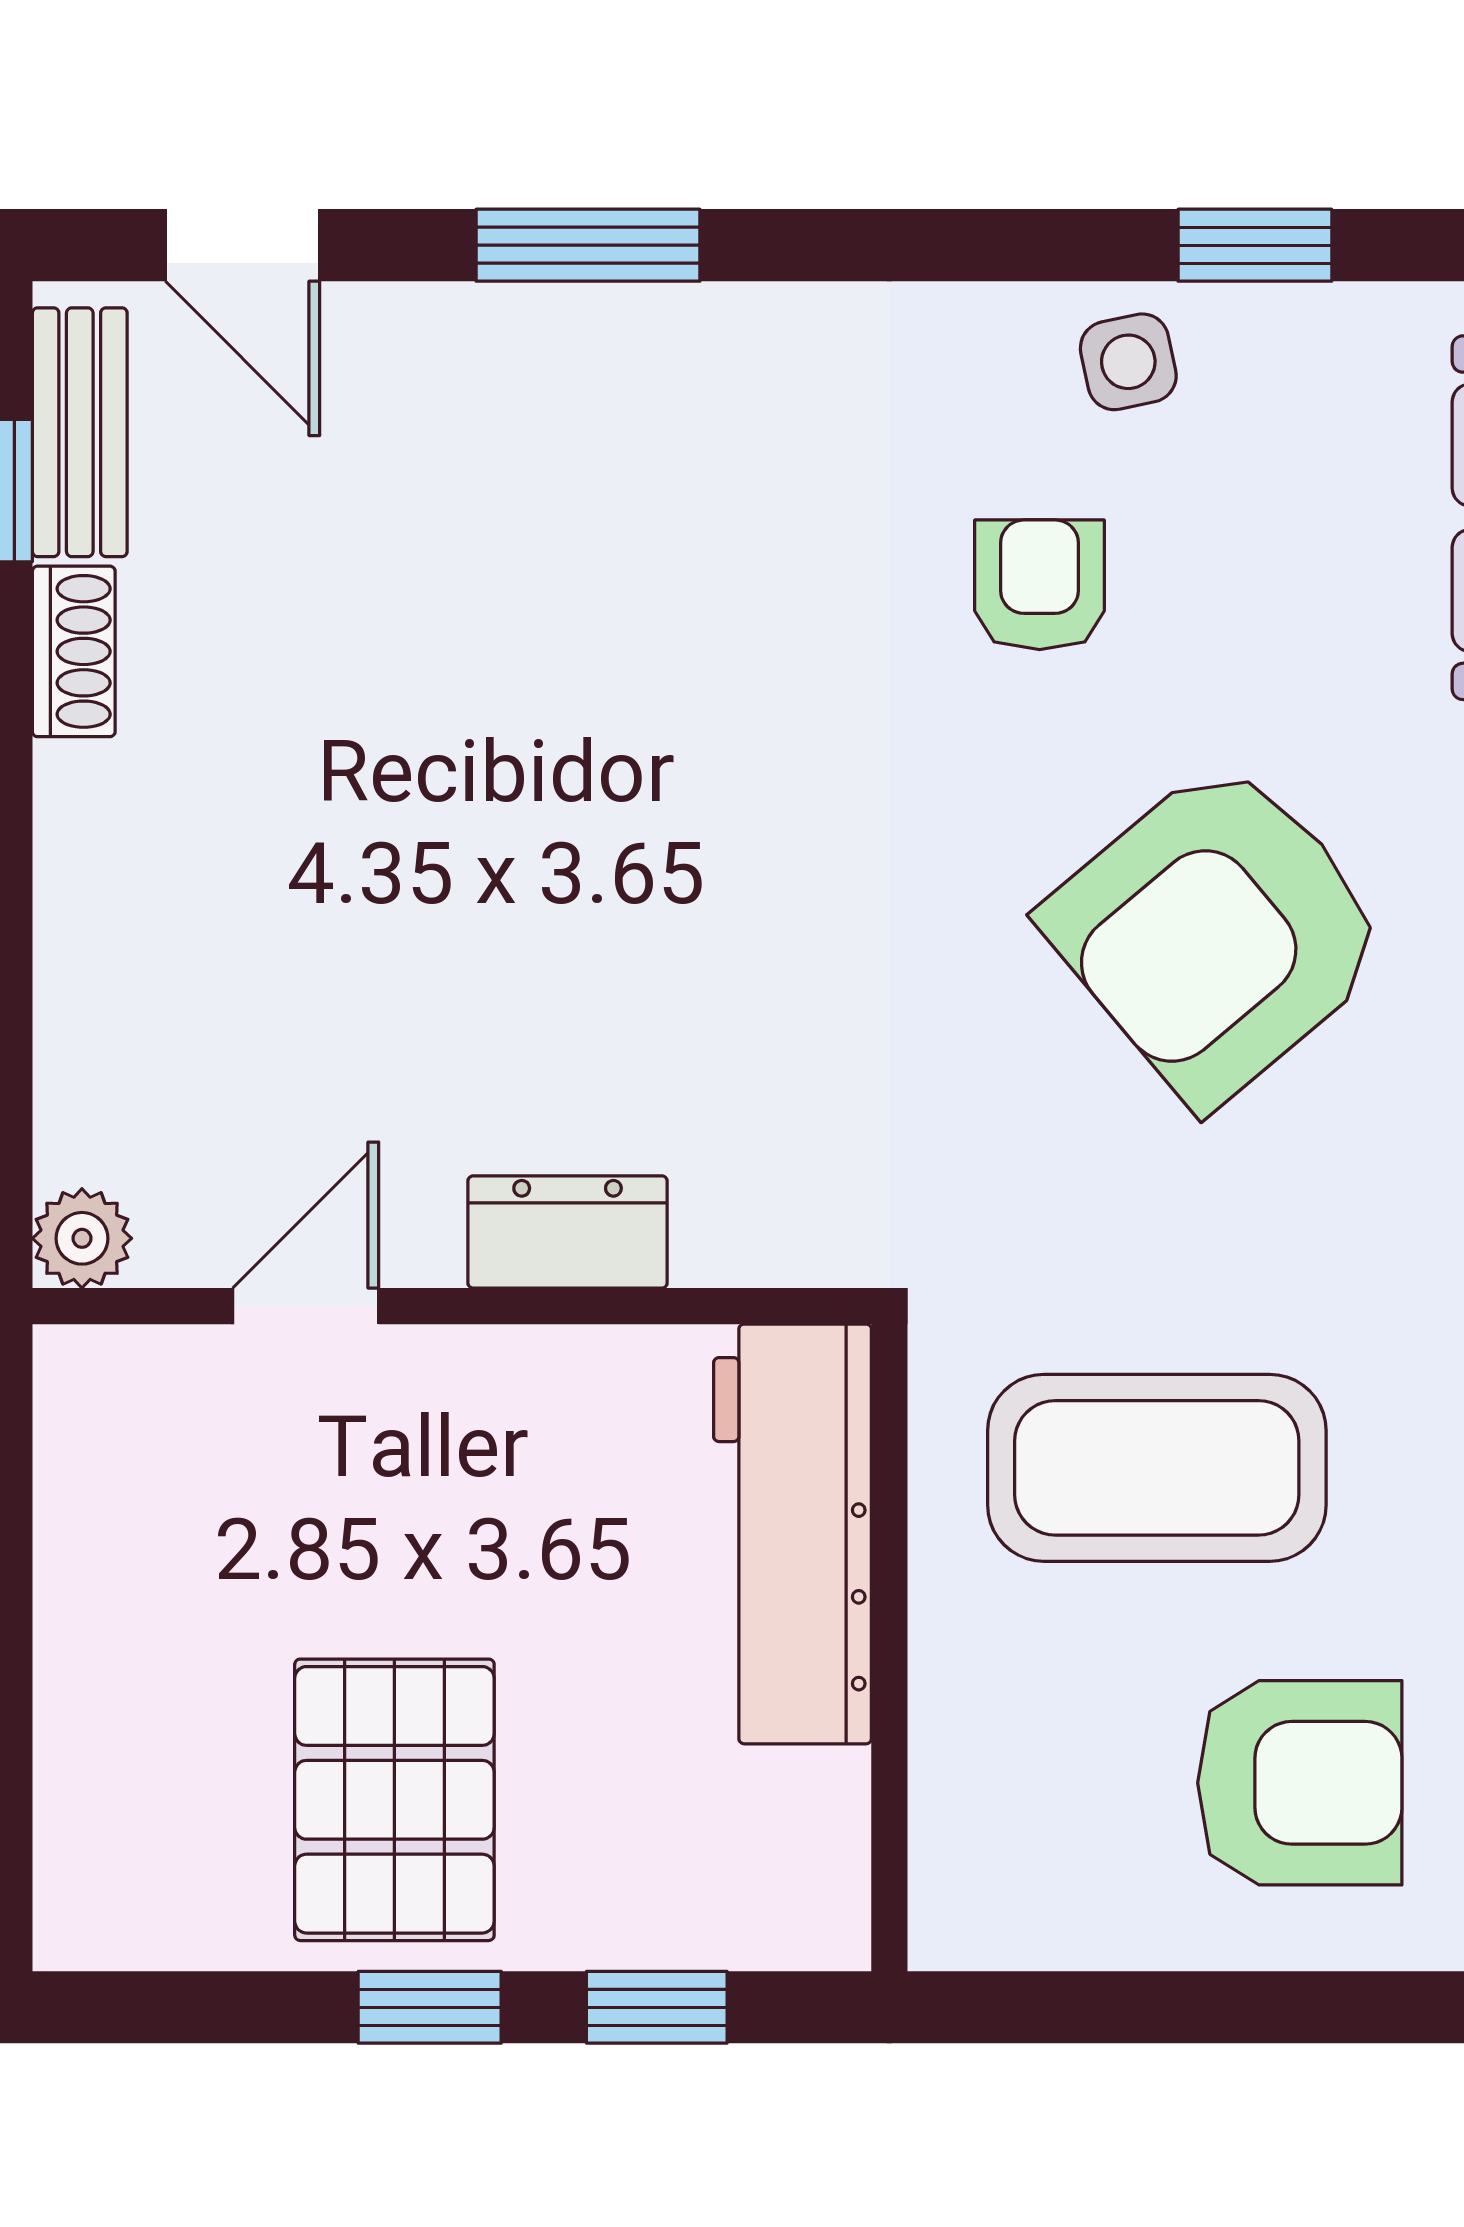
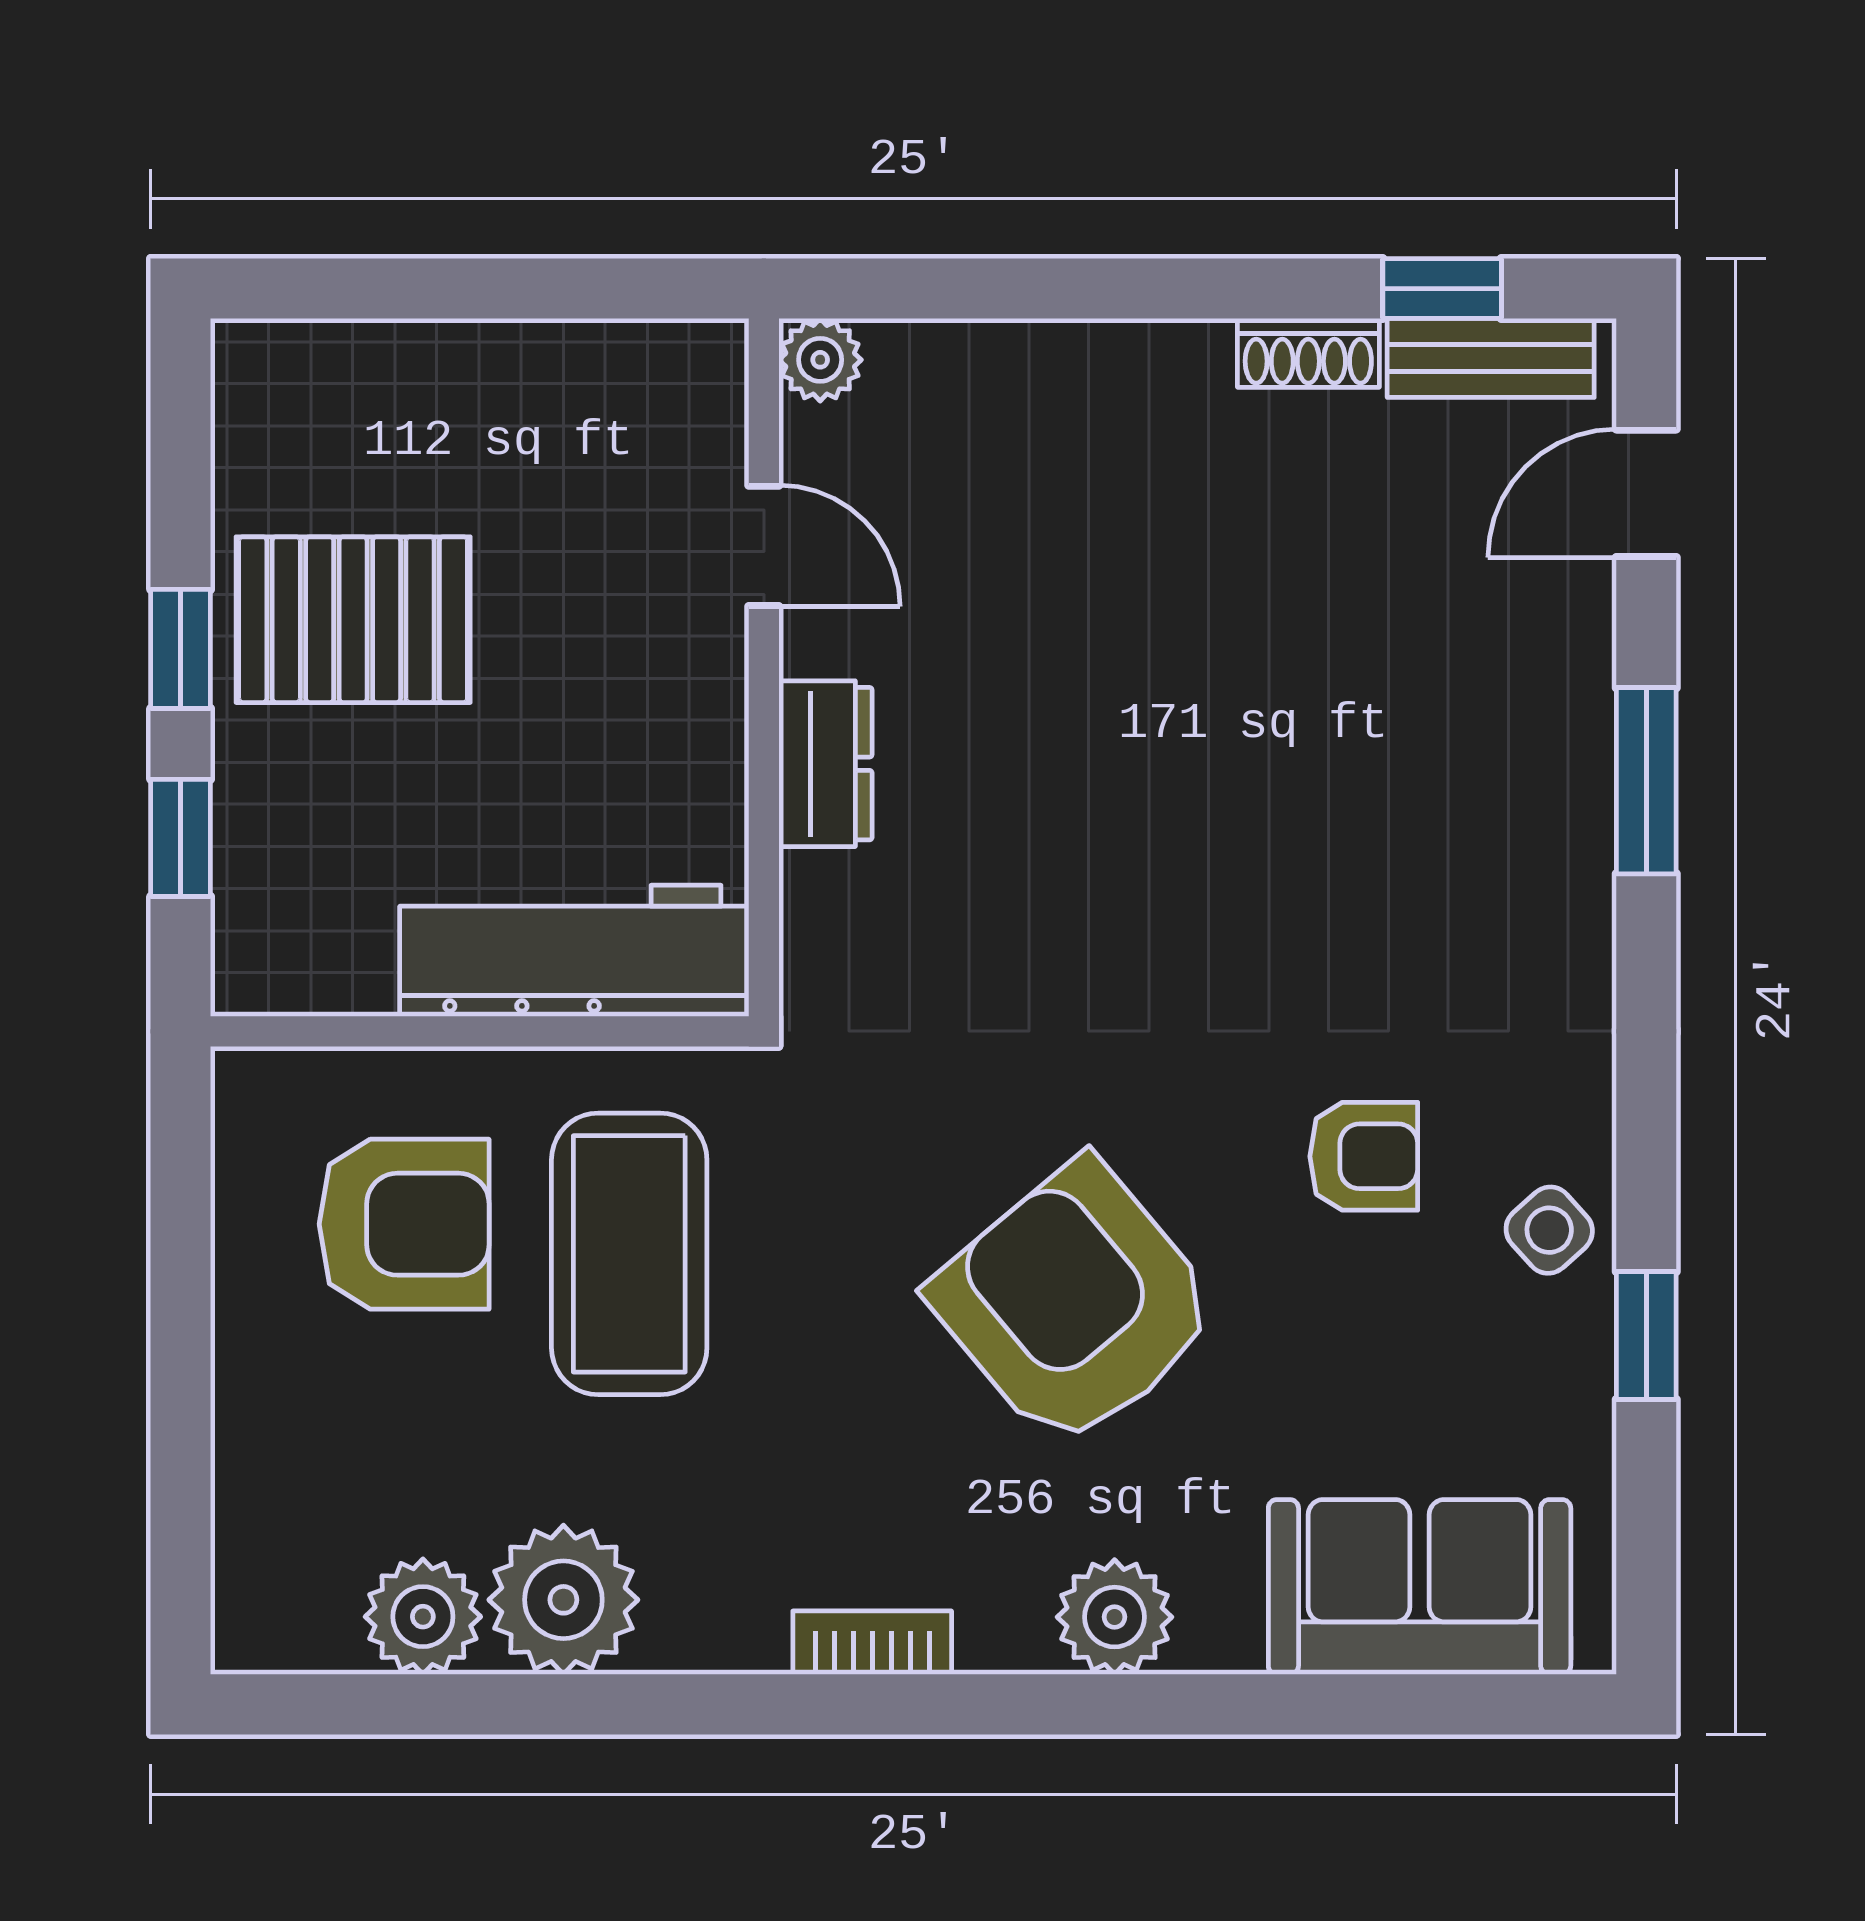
side table: (1128, 362) -> (1549, 1230), turned -30
armchair: (1300, 1783) -> (404, 1224), moved, turned -90

